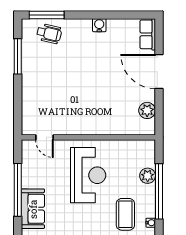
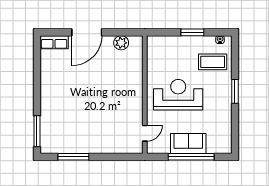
water cooler: (99, 25) -> (46, 85), removed
wheelchair: (49, 34) -> (53, 129), removed
plant: (148, 176) -> (179, 42), removed
window: (159, 191) -> (192, 32), width x0.47
sofa: (33, 209) -> (188, 143), moved

